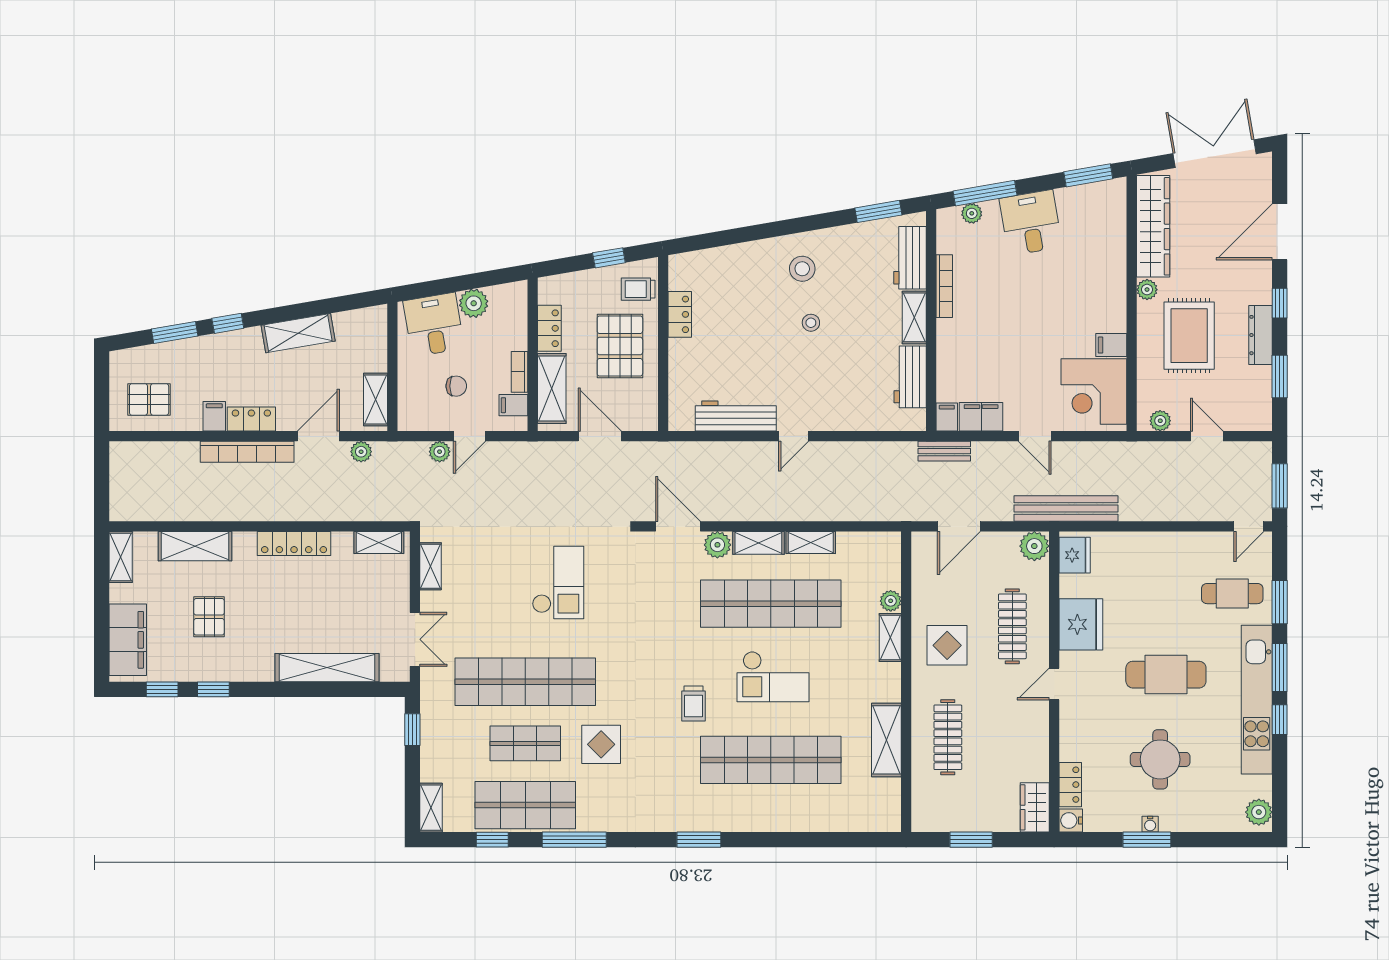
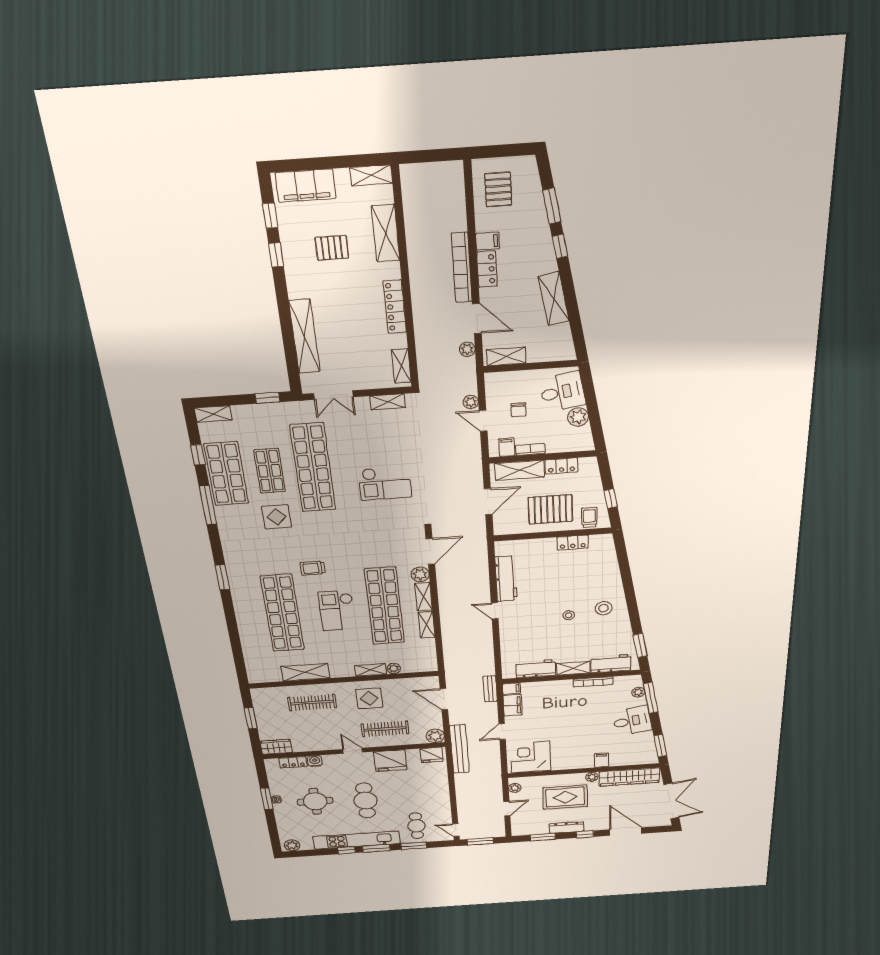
filing cabinet: (1111, 345) -> (602, 760), moved
water cooler: (1071, 820) -> (315, 761), moved

